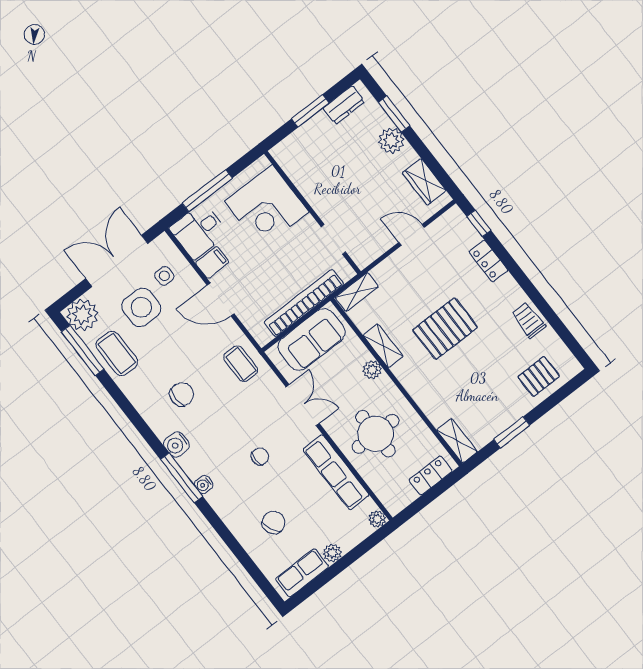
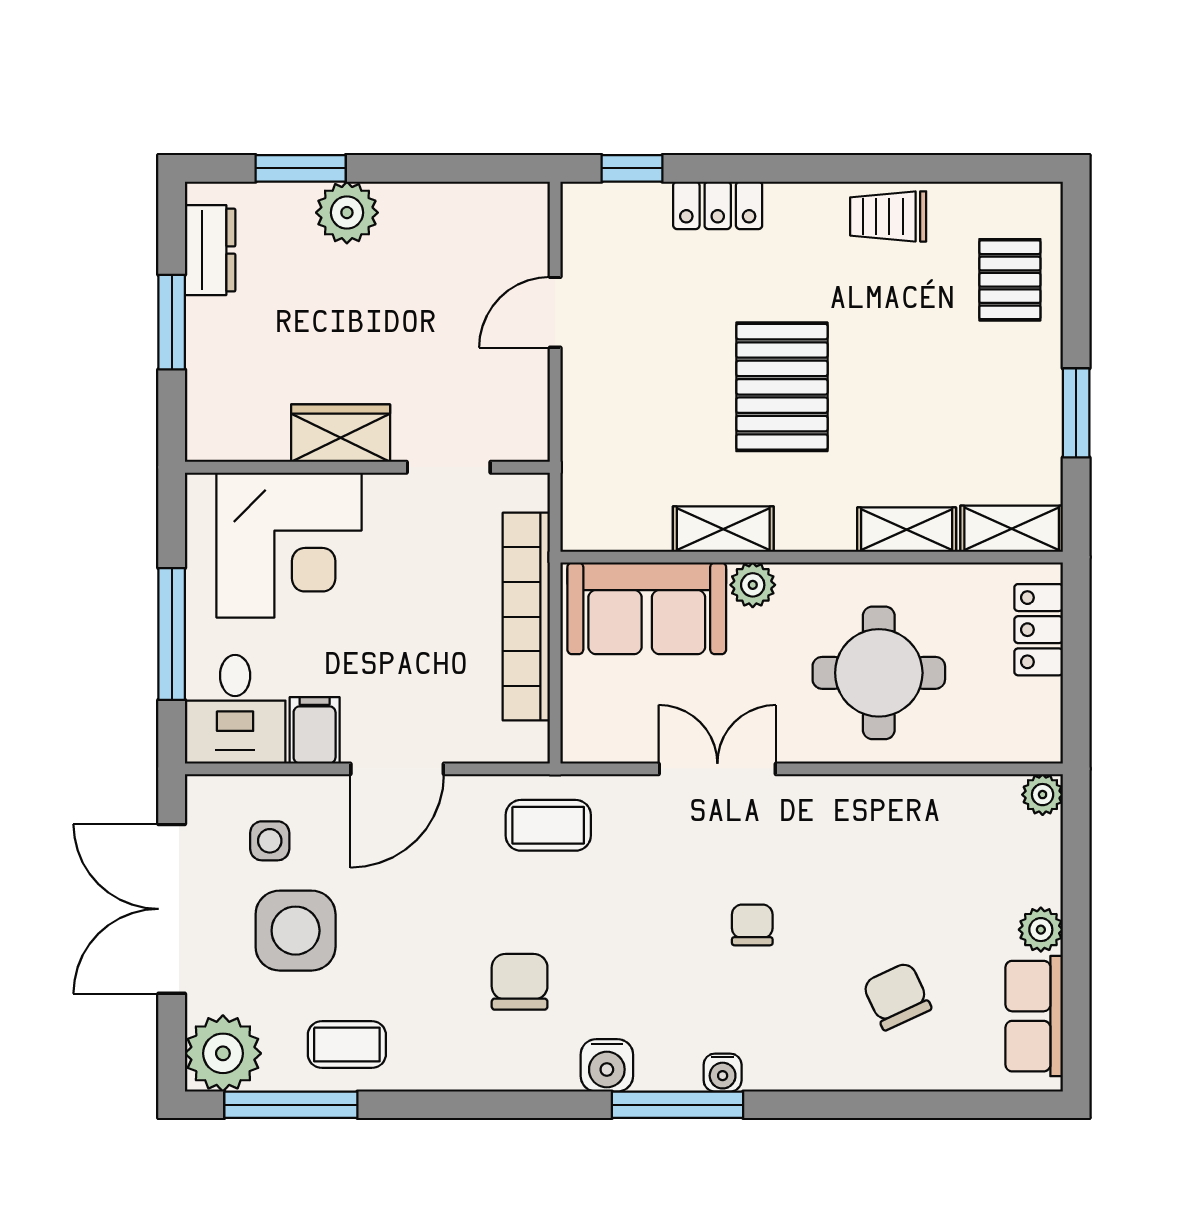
wardrobe: (424, 182) -> (341, 433), moved, turned 180
shelving: (357, 292) -> (907, 530), moved, turned 90
sofa: (311, 339) -> (647, 608), moved, turned 90
coffee table: (117, 353) -> (347, 1045), width x0.73, depth x0.77
row of seats: (336, 472) -> (894, 804), removed

